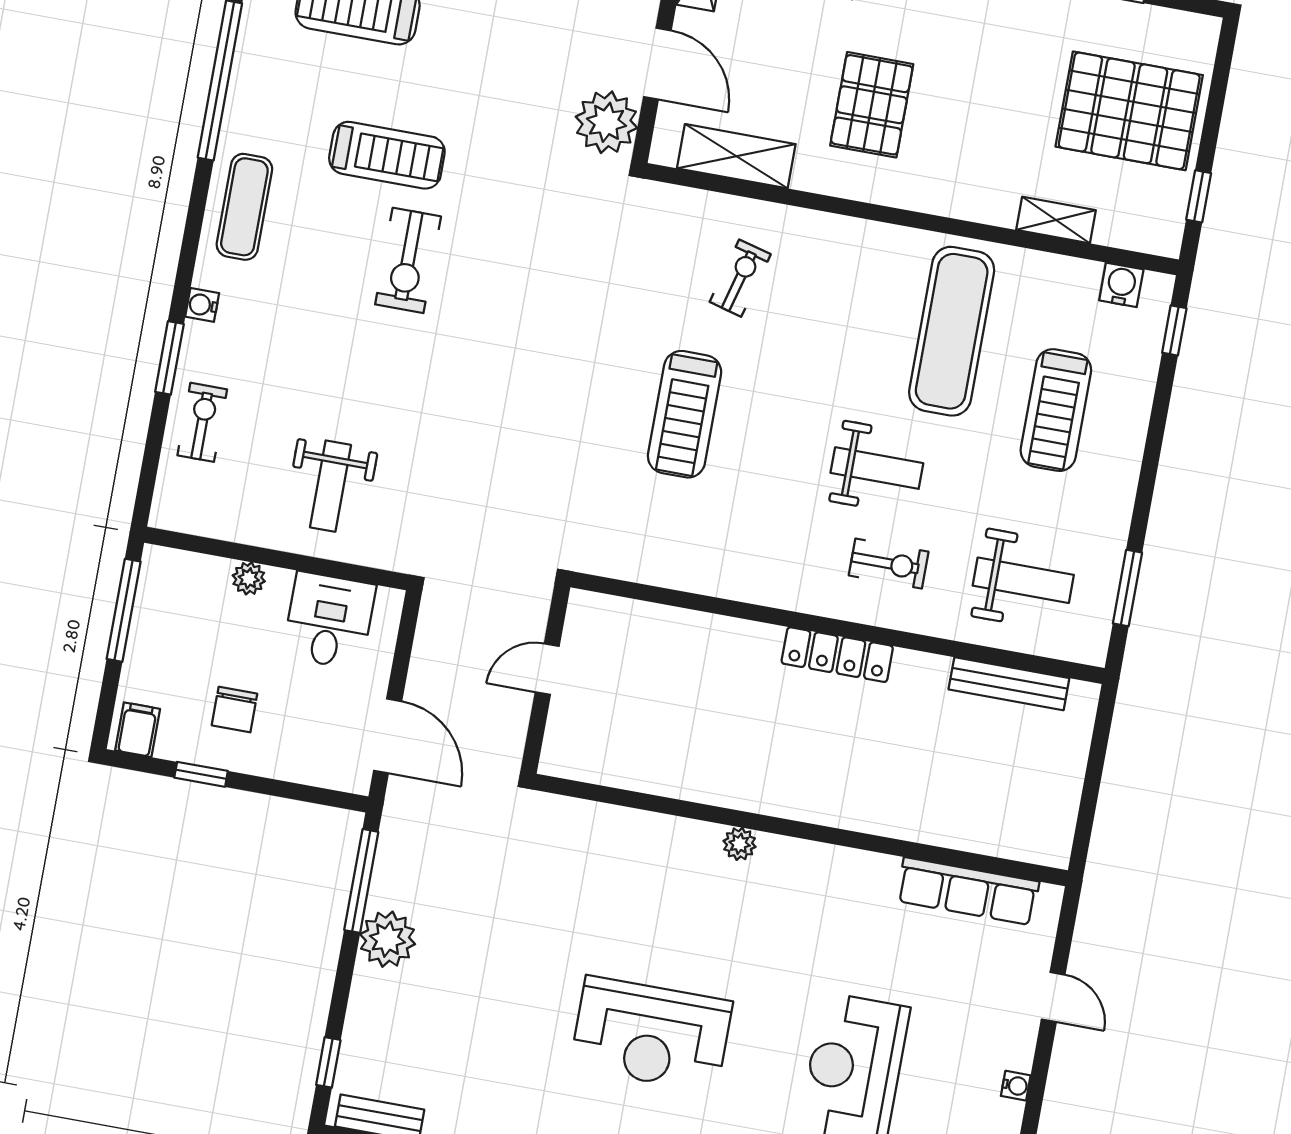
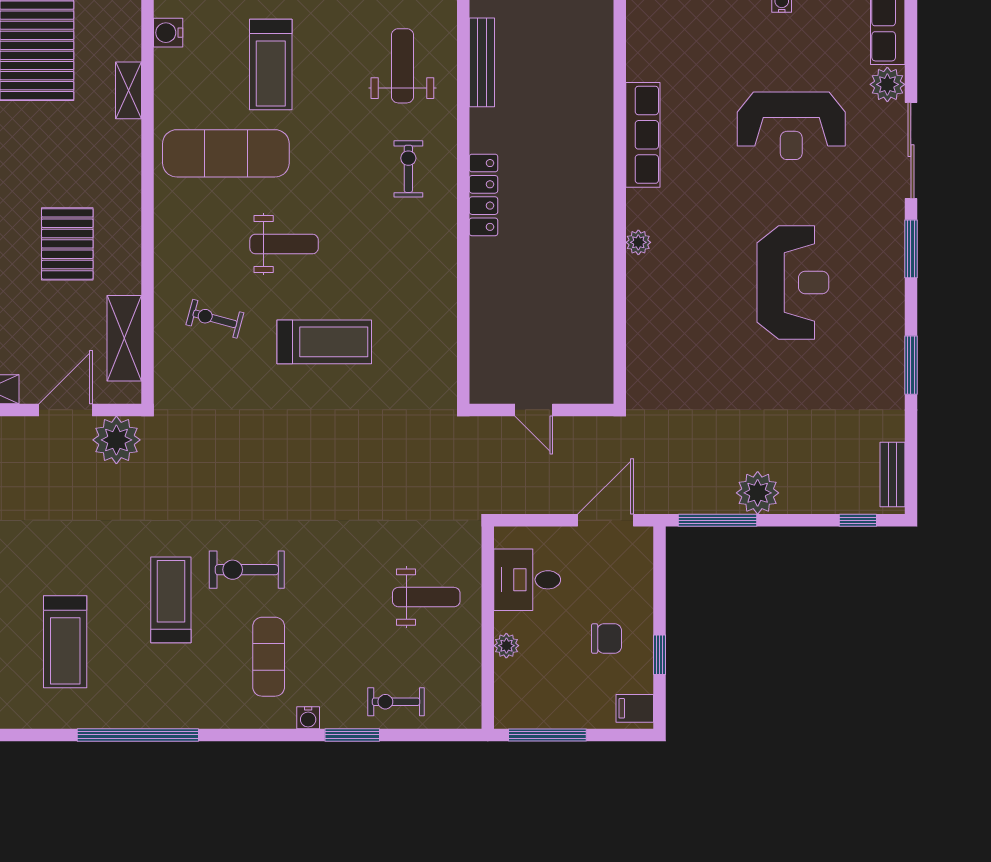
pallet: (872, 105) -> (67, 244), turned 90
exercise mat: (244, 207) -> (269, 657), moved, turned 90
exercise bike: (408, 260) -> (247, 570), turned 180
treadmill: (1056, 410) -> (271, 65), turned 90
weight bench: (877, 468) -> (284, 244), moved, turned 90
row of seats: (968, 891) -> (643, 135), moved

